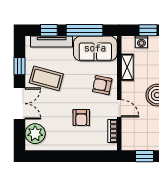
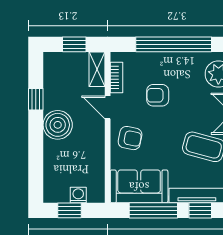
shelving: (127, 67) -> (97, 69), moved
armchair: (81, 118) -> (158, 95), turned -90
window: (69, 156) -> (174, 44), added

